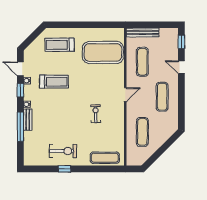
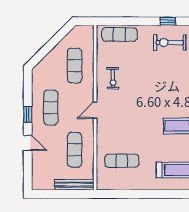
window: (181, 42) -> (28, 115), moved
exercise mat: (103, 52) -> (122, 161), width x0.50, depth x0.69
exercise bike: (96, 114) -> (113, 79), moved

